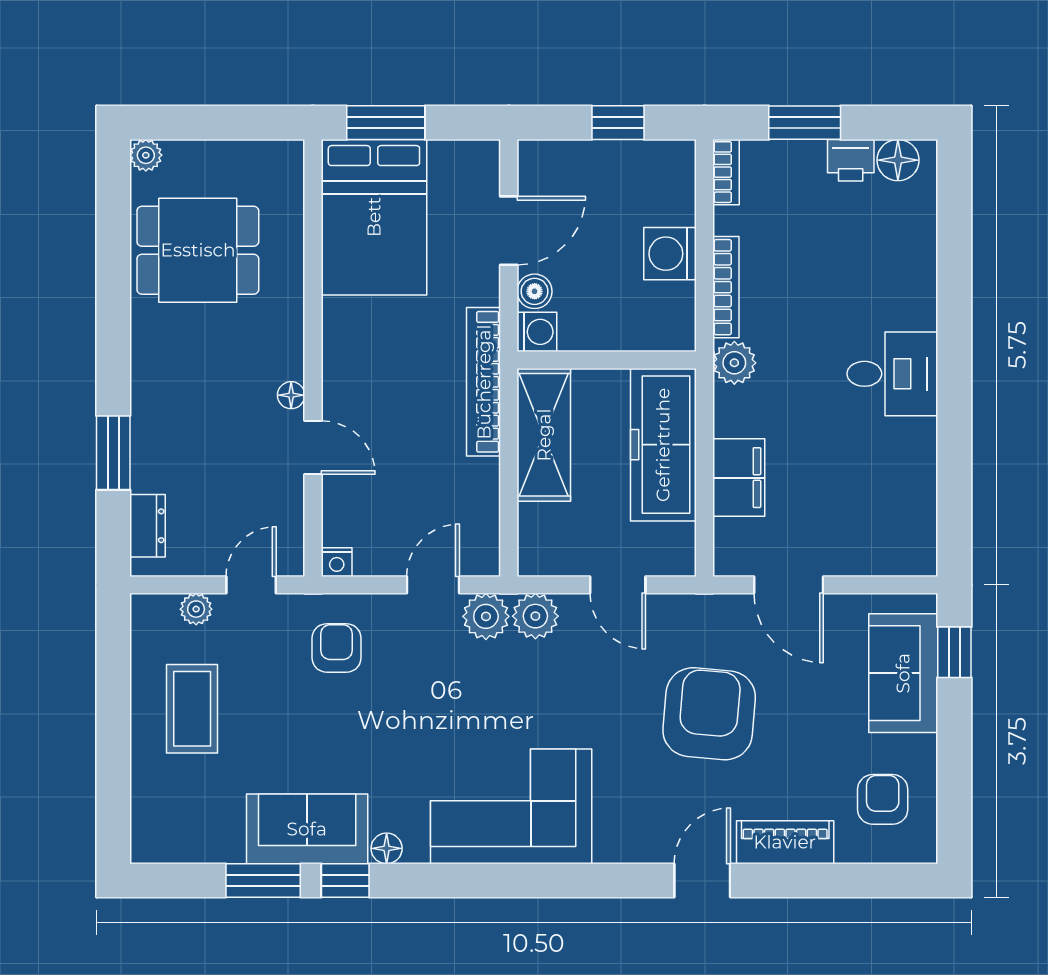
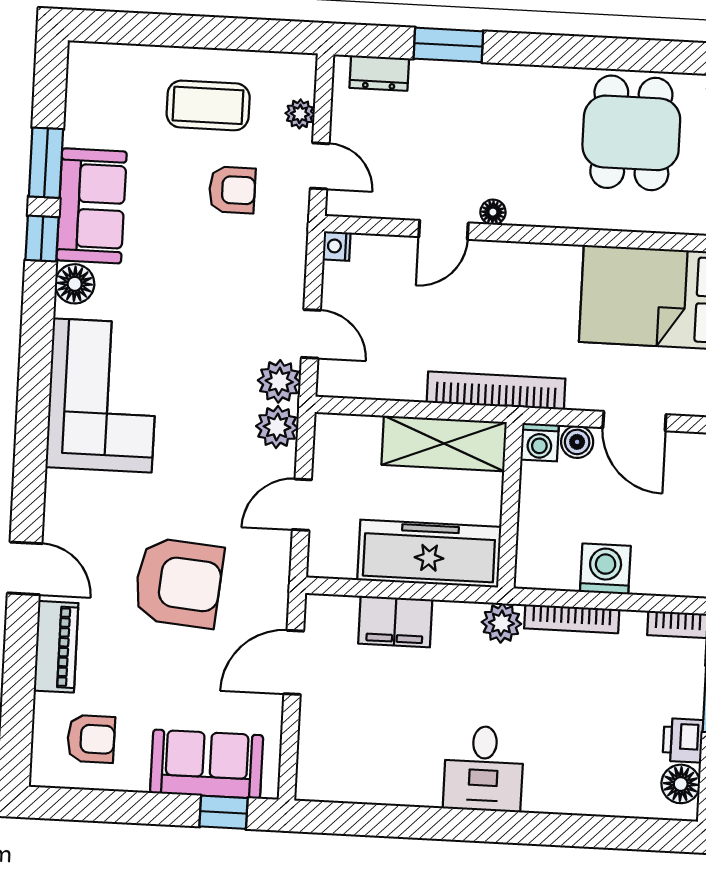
armchair: (337, 648) -> (232, 190), moved
floor lamp: (387, 848) -> (75, 284), width x1.37, depth x1.37

